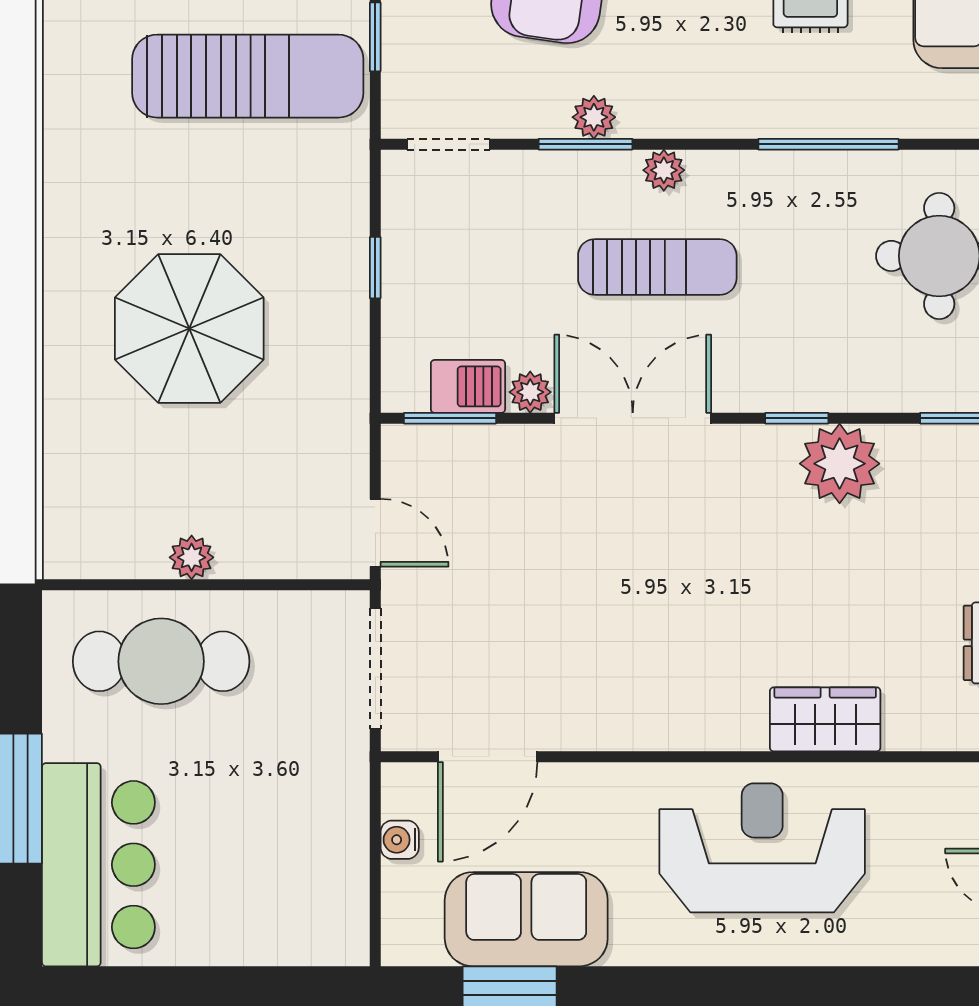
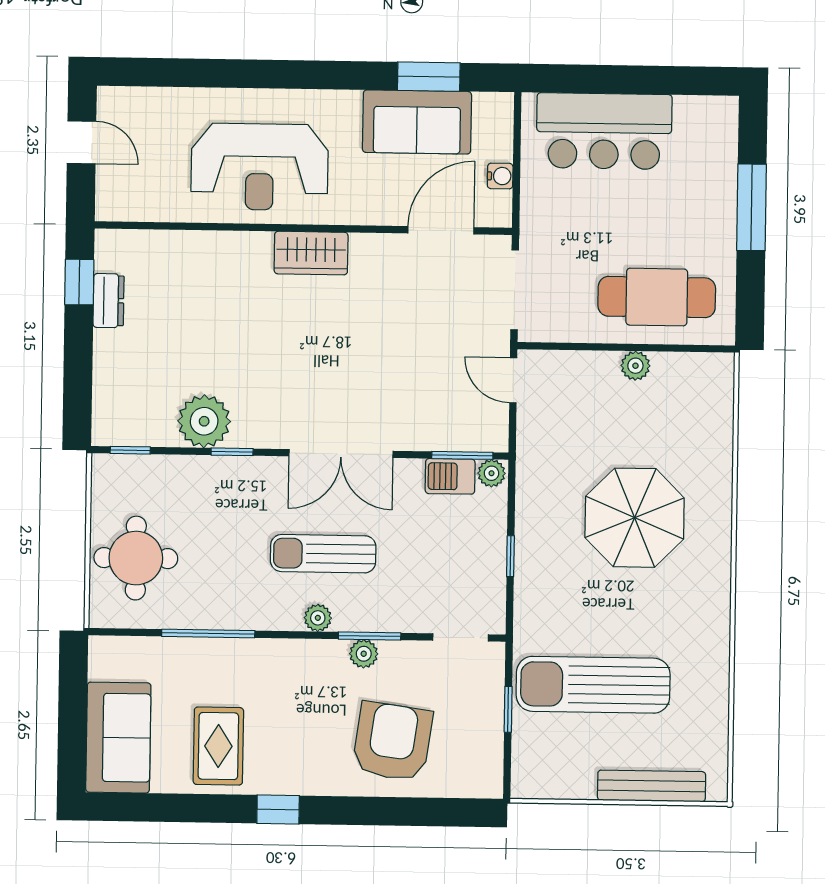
plant: (530, 392) -> (491, 473), moved
wardrobe: (825, 719) -> (311, 253), moved
bar counter: (98, 865) -> (604, 131), moved, turned -90

